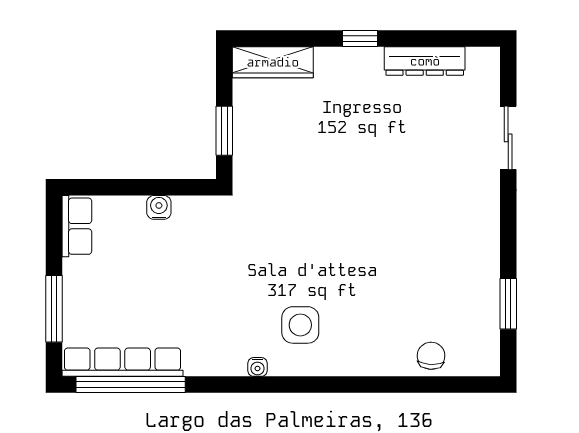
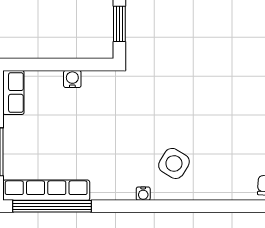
side table: (300, 325) -> (174, 163), turned 31

